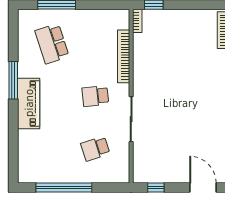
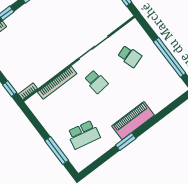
school desk: (52, 44) -> (84, 135), turned 30
window: (13, 80) -> (126, 142), width x0.69

